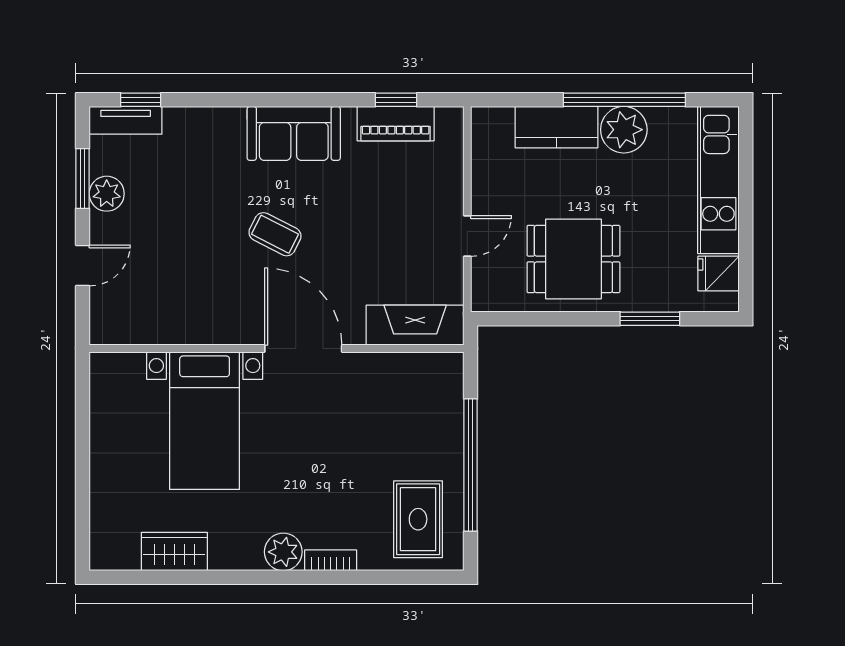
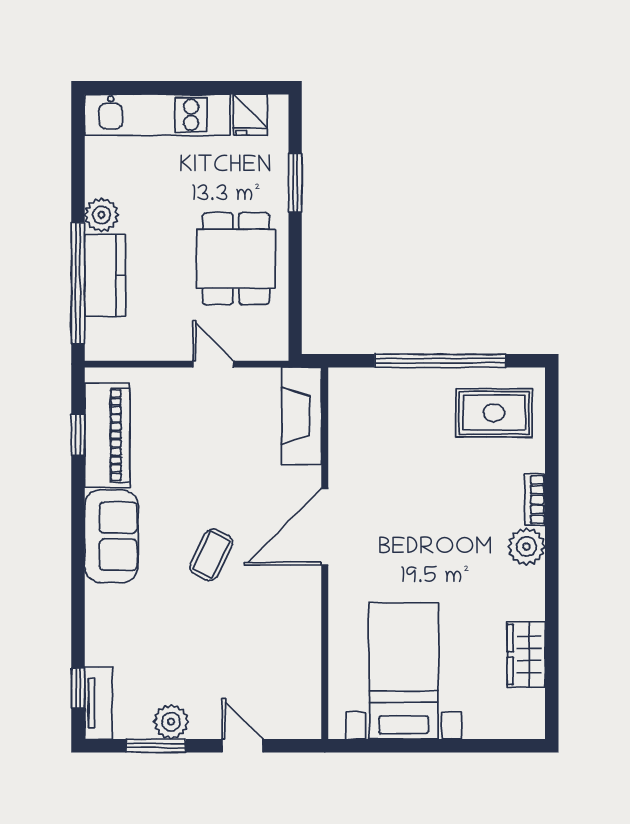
window: (624, 100) -> (78, 283), moved
piano: (396, 124) -> (107, 435), width x1.37, depth x1.33
plant: (624, 130) -> (102, 215), width x0.73, depth x0.73
bed with nightstands: (205, 421) -> (404, 671), moved, turned -90

